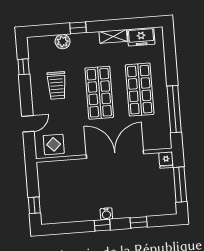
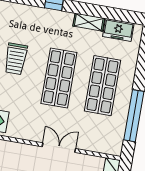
plant: (63, 42) -> (34, 14), removed
double door: (115, 154) -> (59, 148), width x0.54

